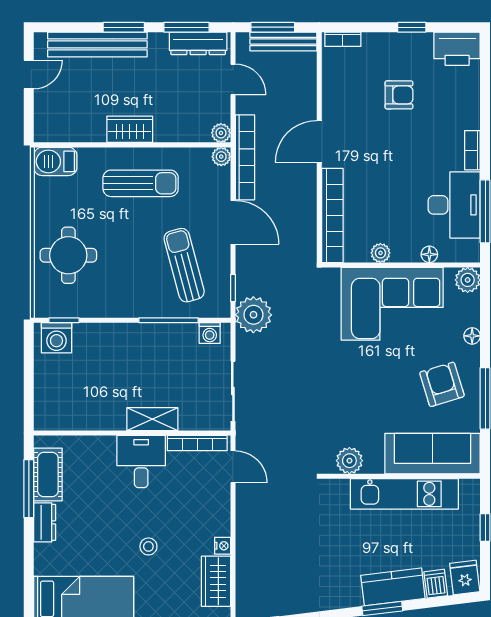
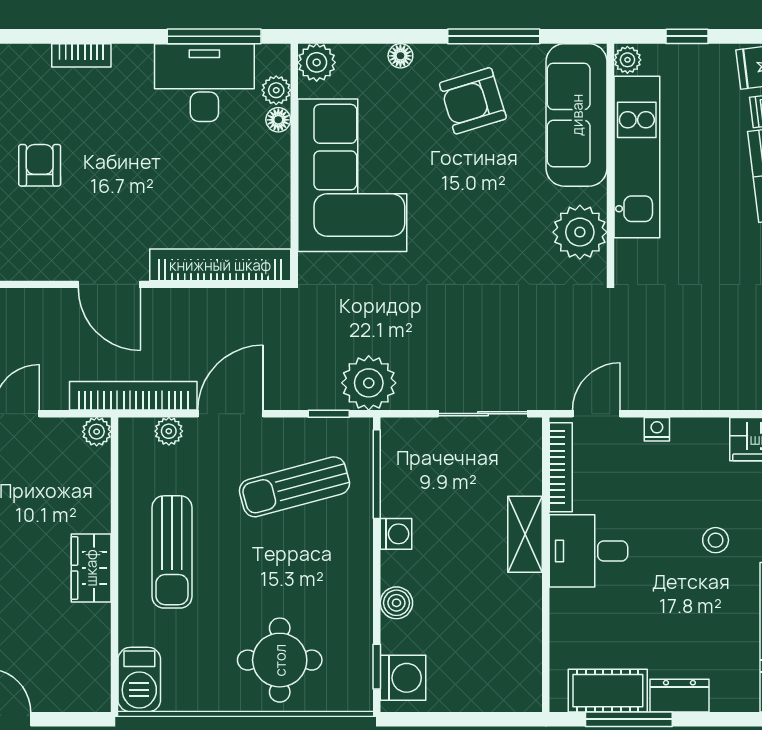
bookcase: (472, 150) -> (81, 55), moved
plant: (221, 157) -> (169, 431), moved
sun lounger: (141, 183) -> (172, 552), turned 180
plant: (380, 253) -> (276, 90), moved
window: (169, 320) -> (377, 474), moved
boiler: (107, 333) -> (396, 603), added
washing machine: (210, 333) -> (396, 534), moved
plant: (349, 461) -> (580, 232), width x1.36, depth x1.36
plant: (469, 488) -> (627, 60), added
nightstand: (223, 546) -> (657, 429), moved

